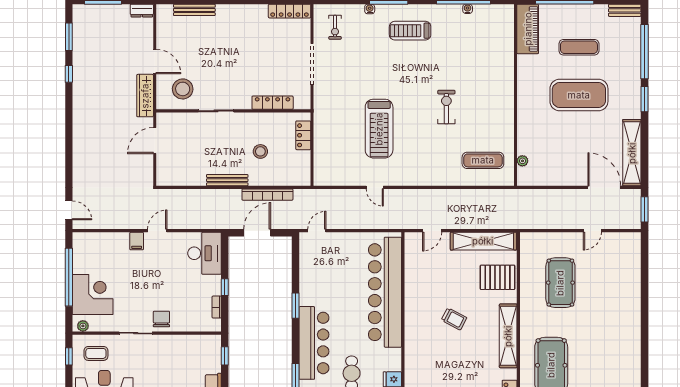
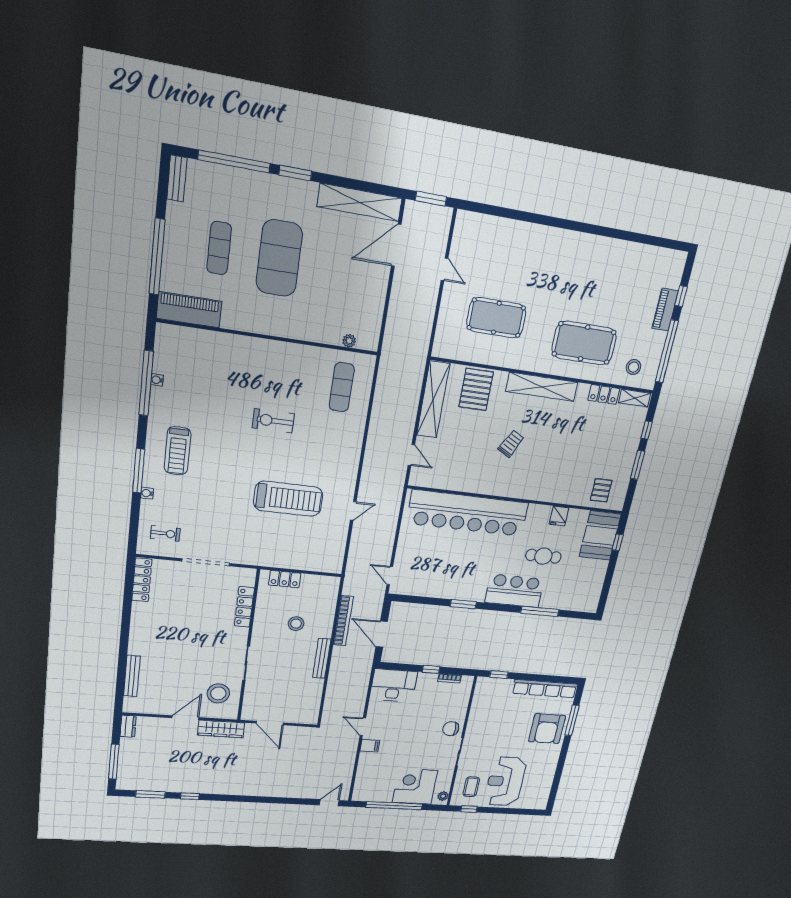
bar counter: (314, 343) -> (515, 591), width x0.73

